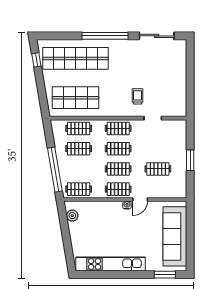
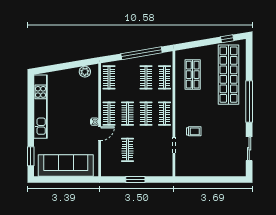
sliding door: (157, 36) -> (249, 149), width x0.73
shop shelf: (76, 98) -> (193, 75), width x0.70, depth x0.74
window: (55, 170) -> (141, 53), moved
door: (140, 199) -> (100, 134), swing flipped

